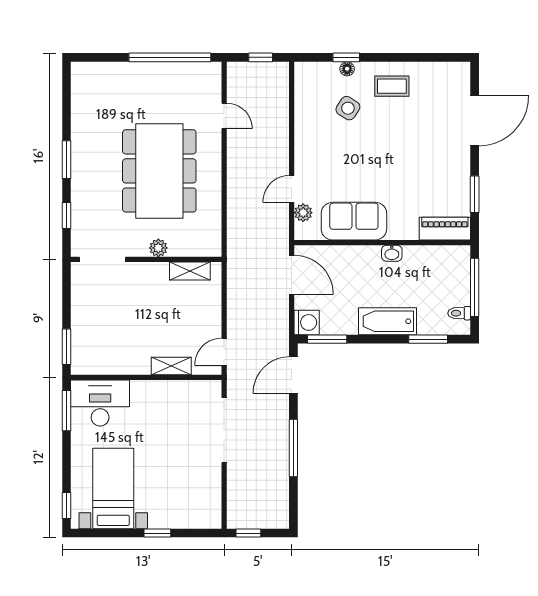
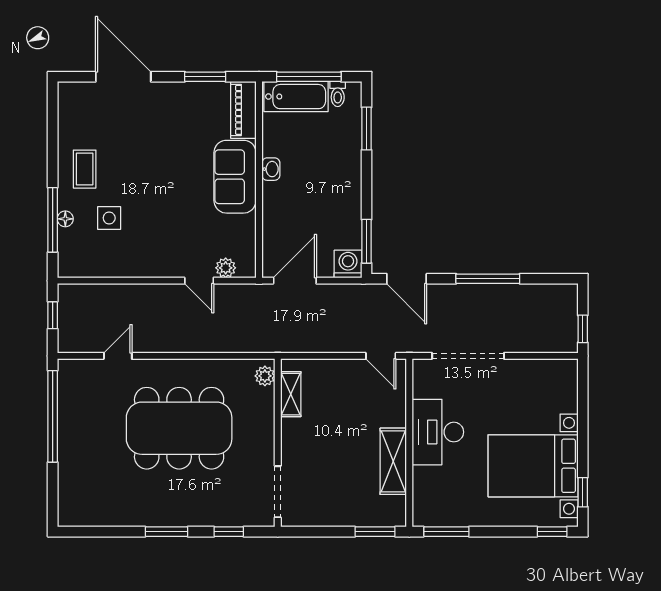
window: (346, 57) -> (53, 220), width x2.17
side table: (348, 108) -> (109, 218), turned -33
sofa: (354, 221) -> (235, 177), moved
plant: (158, 248) -> (265, 376), moved
bathtub: (388, 321) -> (296, 97), moved, turned -90
shelving: (171, 366) -> (393, 461), moved, width x1.50, depth x1.33
desk: (100, 403) -> (438, 432), moved
bed with nightstands: (113, 488) -> (533, 466), width x1.36
window: (157, 533) -> (583, 492), moved

